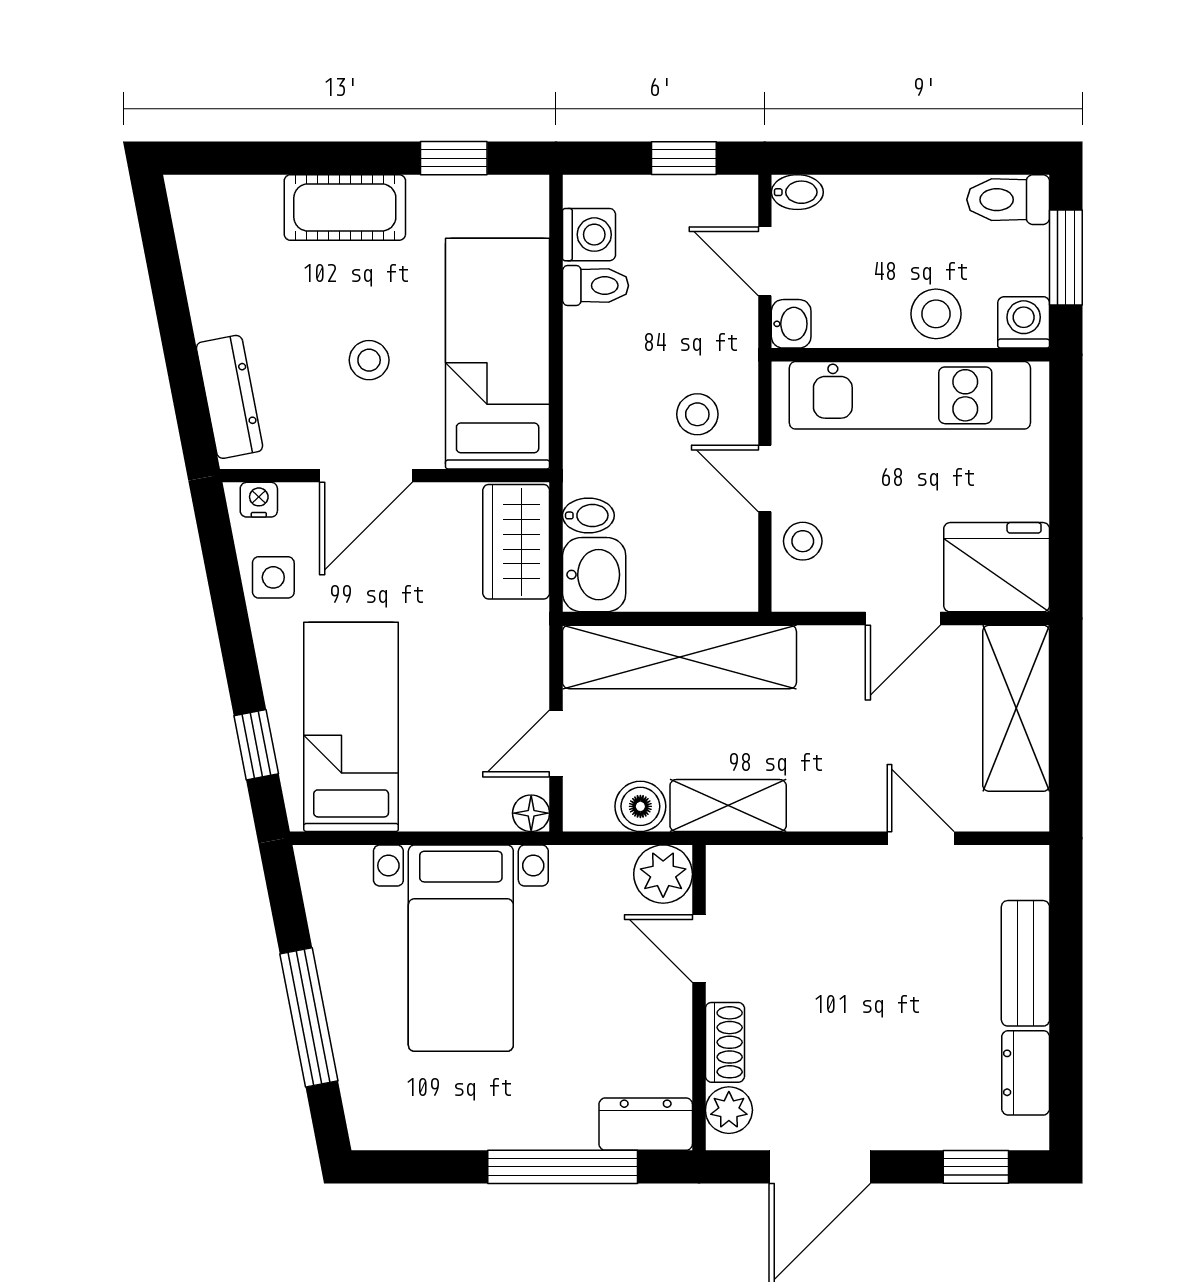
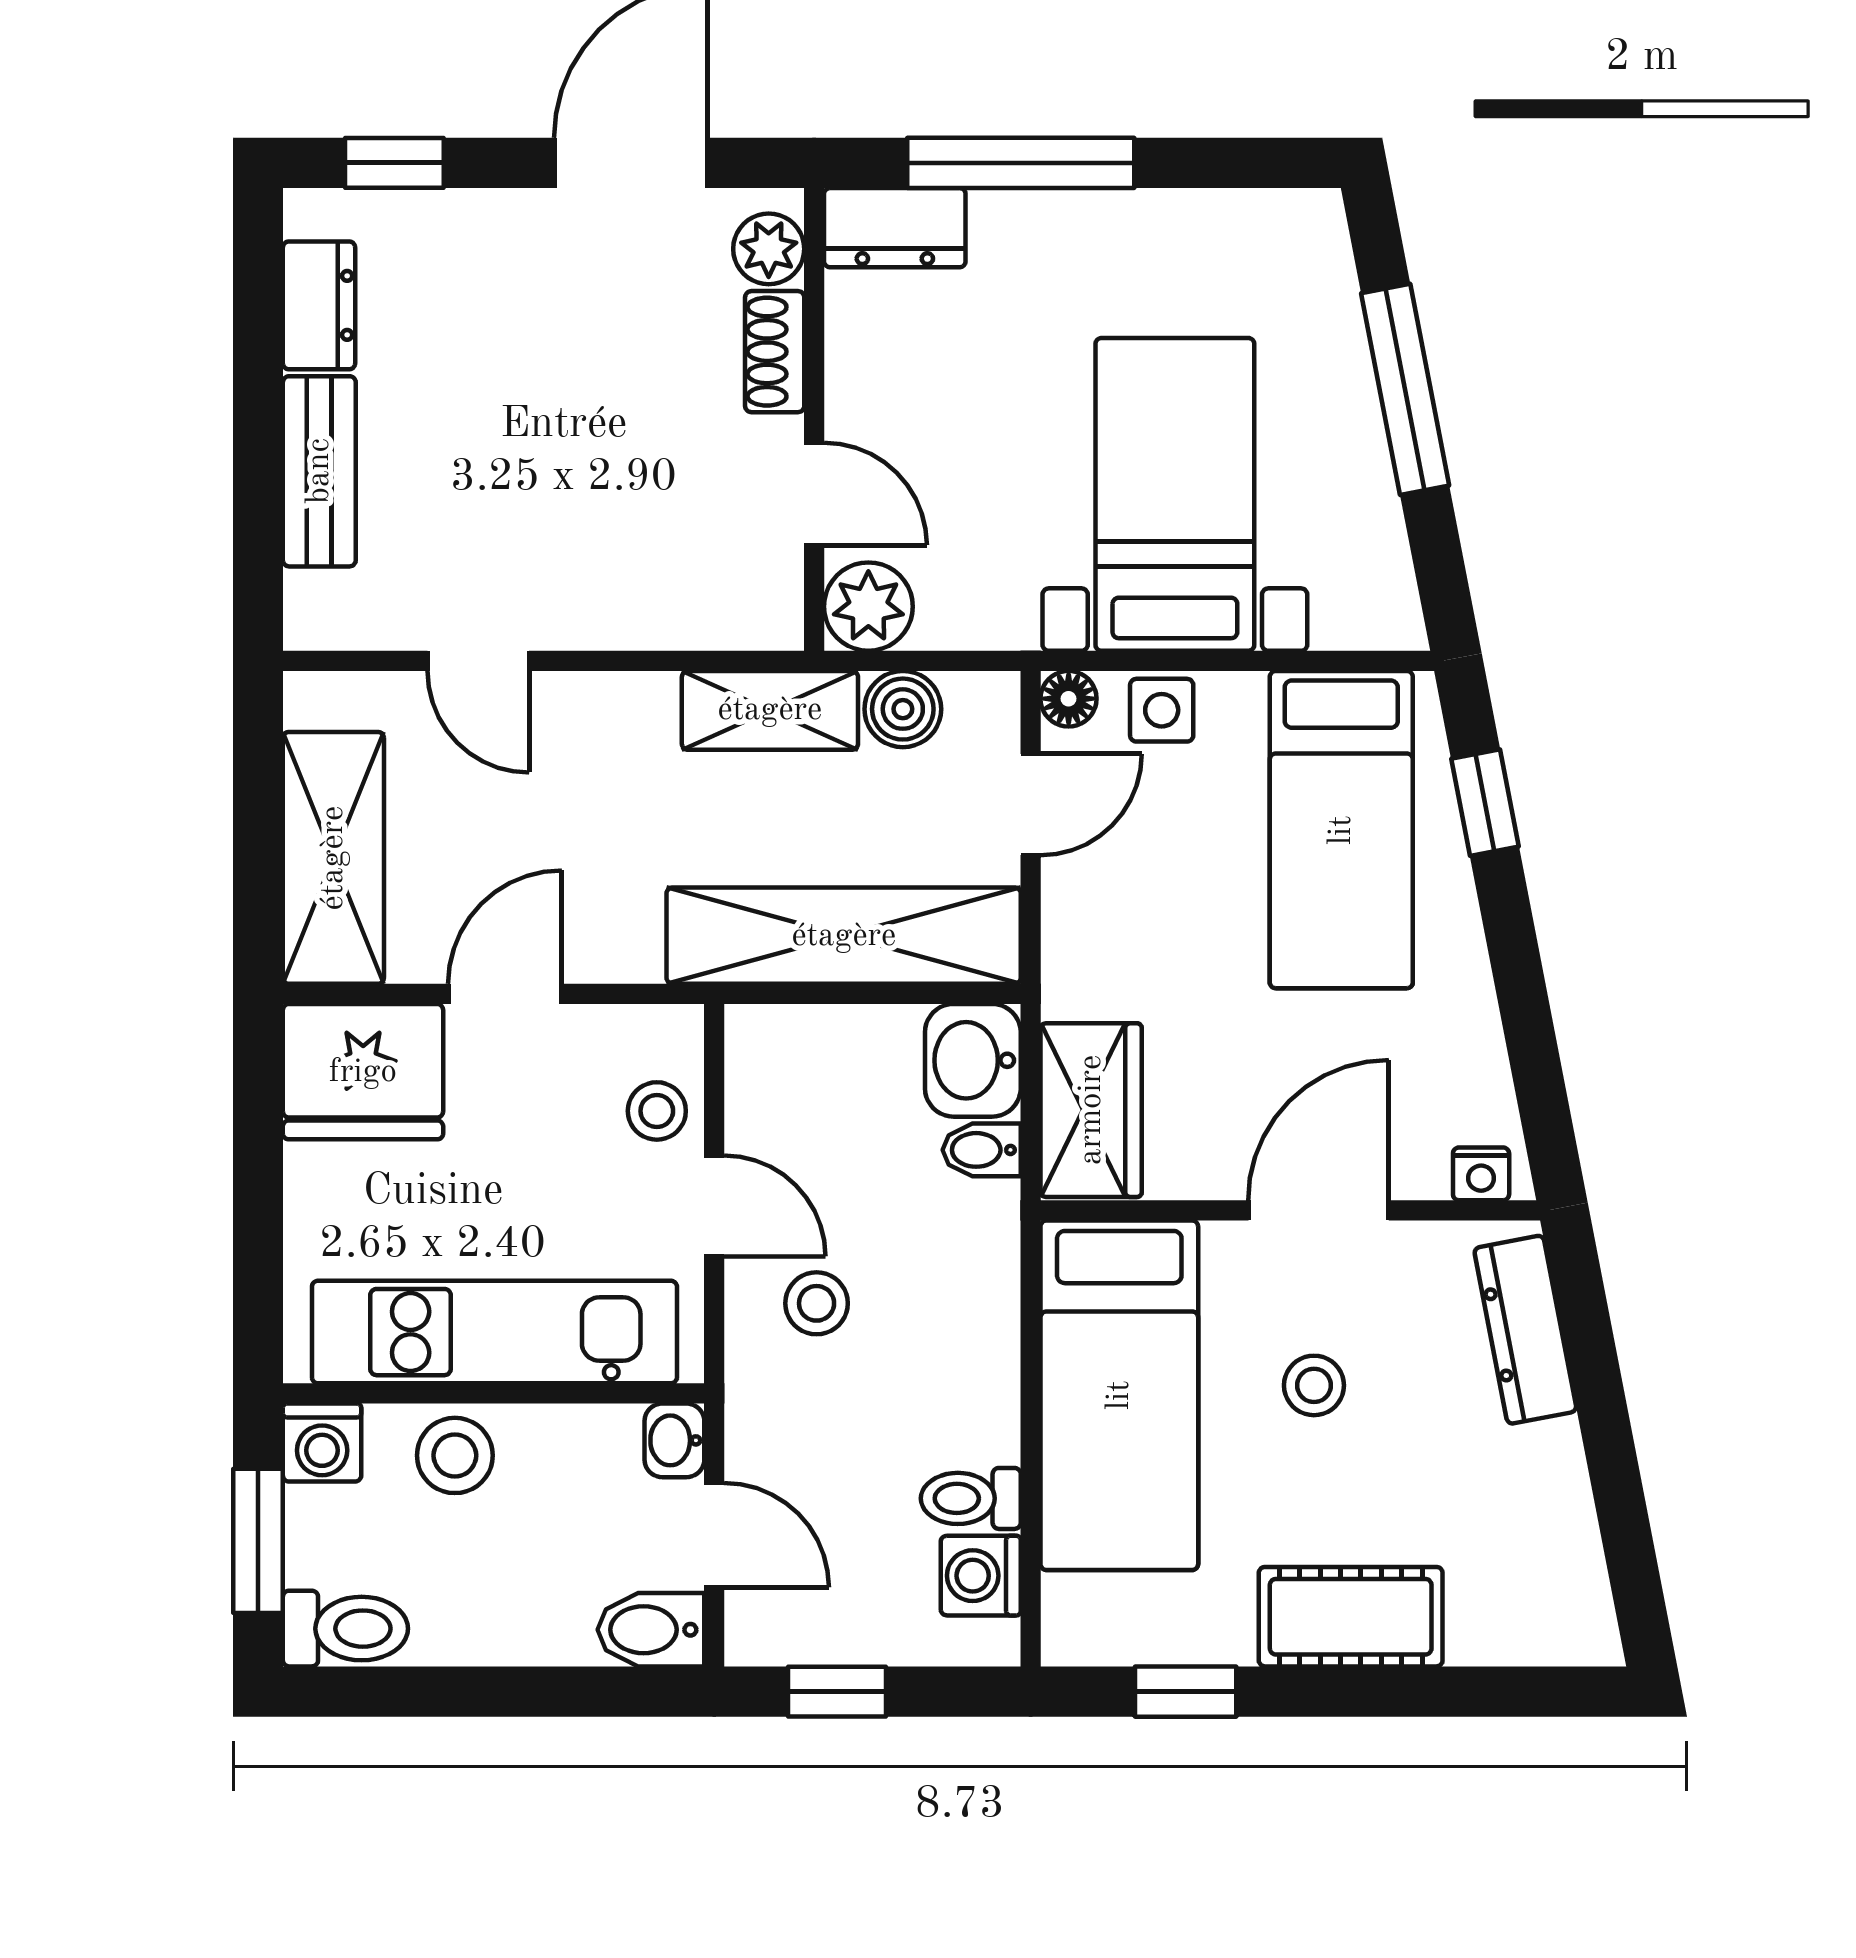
bidet: (797, 192) -> (651, 1630), width x1.38, depth x1.36
side table: (273, 577) -> (1162, 710), moved

